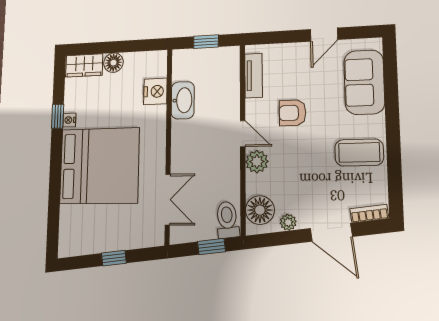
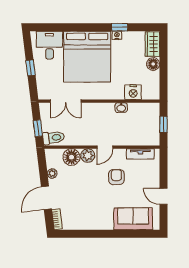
washbasin: (183, 100) -> (121, 108), width x0.52, depth x0.69
coffee table: (359, 153) -> (92, 215), removed
floor lamp: (260, 210) -> (71, 157), moved
desk: (80, 227) -> (50, 45), added

